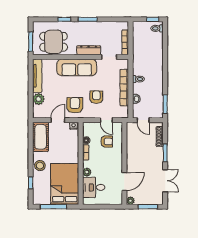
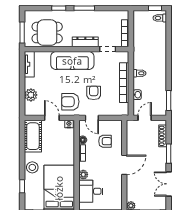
tv unit: (37, 76) -> (29, 64), width x0.71
armchair: (75, 105) -> (70, 102), turned -90
door: (58, 120) -> (52, 118), hinge flipped
door: (106, 120) -> (92, 118), moved
door: (143, 120) -> (145, 118), swing flipped
door: (124, 181) -> (124, 165), moved
double door: (165, 181) -> (169, 184), swing flipped

